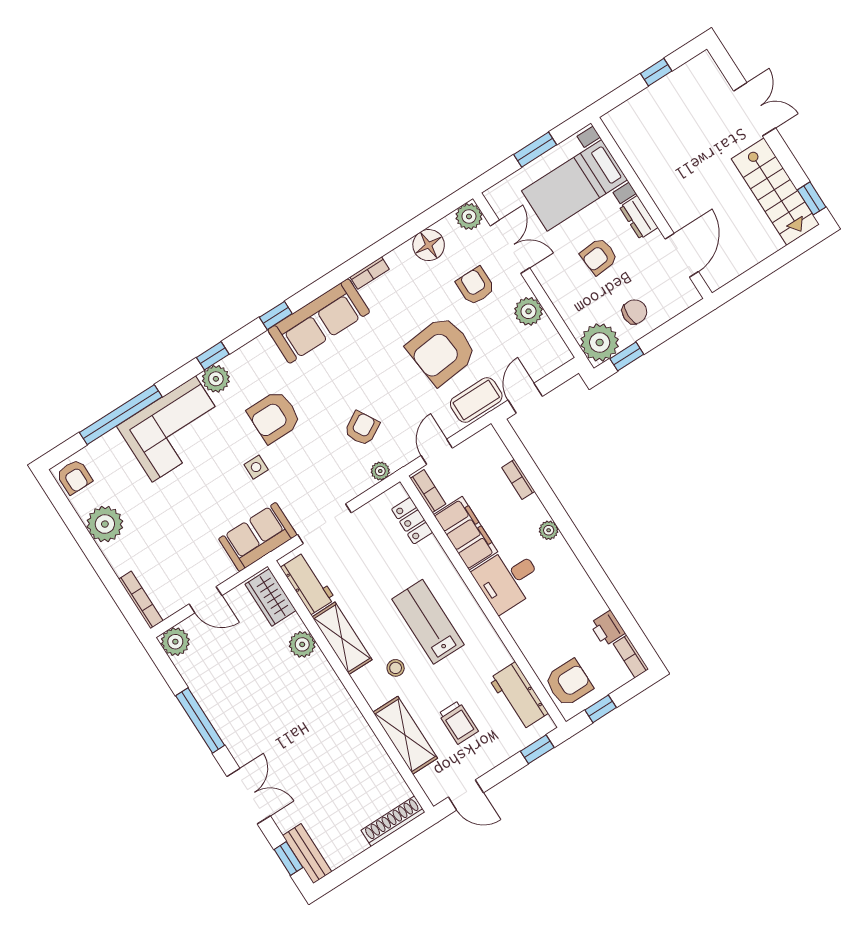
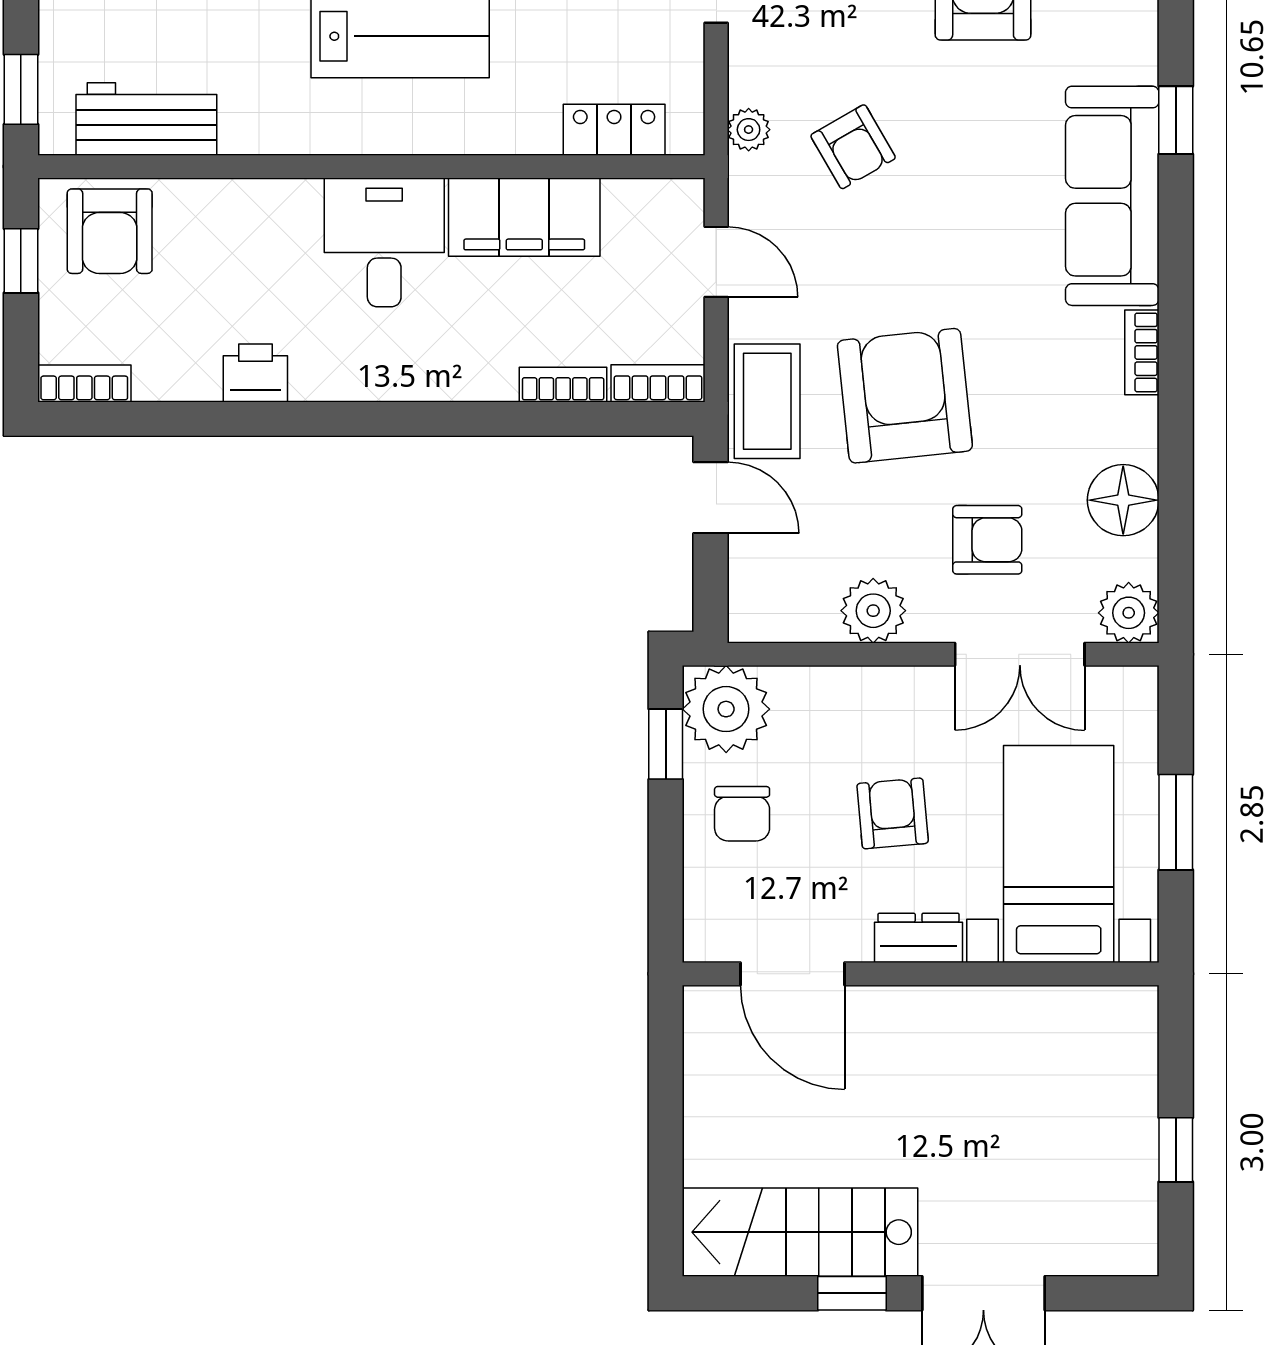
window: (812, 198) -> (852, 1293), moved
bookcase: (428, 491) -> (658, 383), moved, turned 180
plant: (549, 530) -> (428, 380), removed
printer: (607, 628) -> (255, 373), moved

